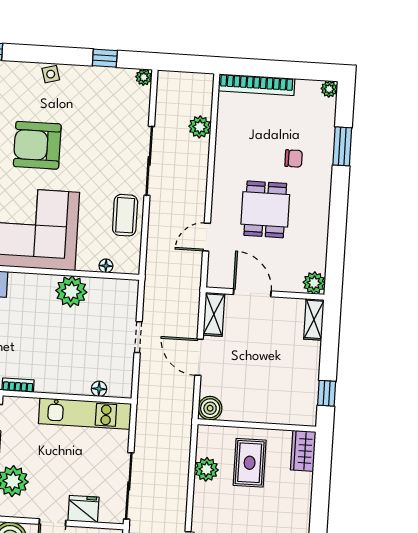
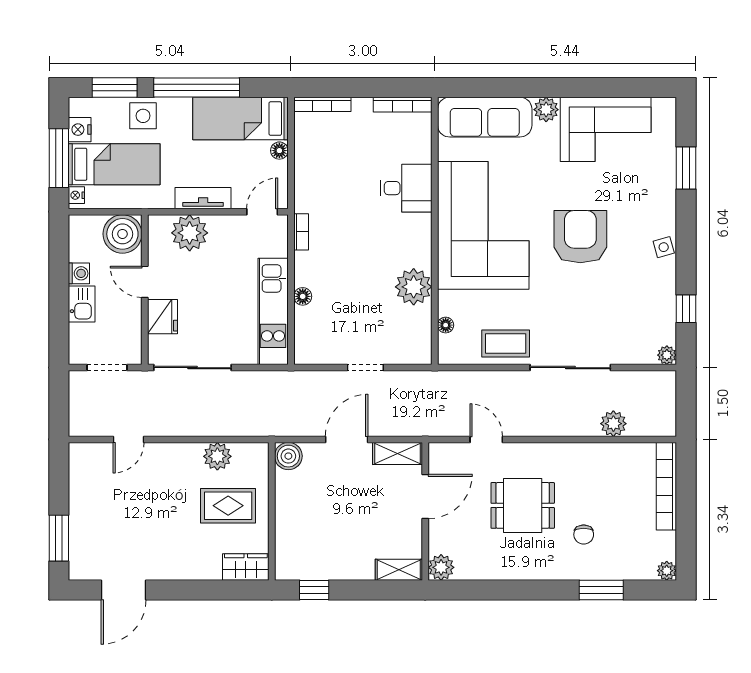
floor lamp: (99, 389) -> (303, 296), moved

